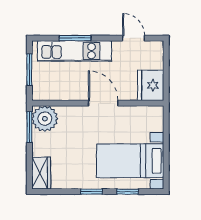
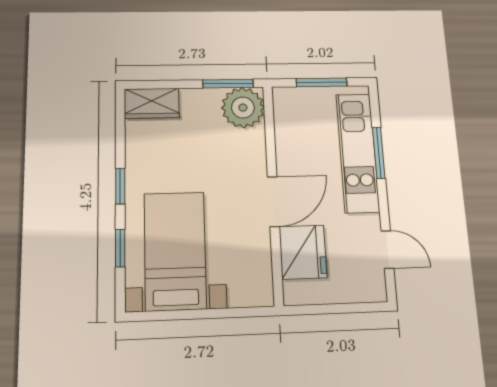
door: (134, 38) -> (387, 249), hinge flipped
fridge: (151, 85) -> (303, 252), moved, turned 90

